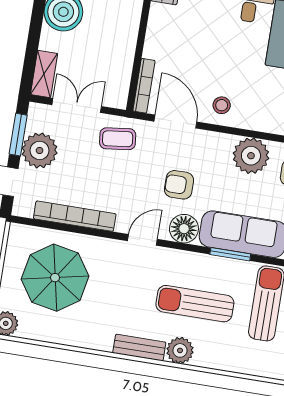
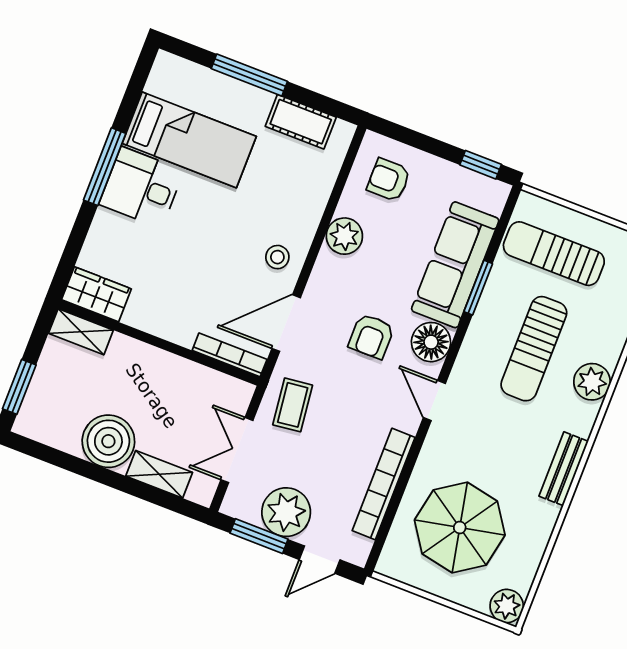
shelving: (44, 74) -> (159, 474), moved
plant: (251, 156) -> (344, 236), width x0.73, depth x0.73
bench: (139, 348) -> (564, 469), moved

